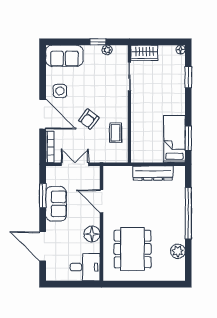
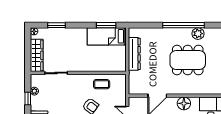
wardrobe: (144, 53) -> (37, 55), width x1.50
window: (188, 213) -> (183, 25), moved
dining table: (133, 249) -> (188, 60), moved

